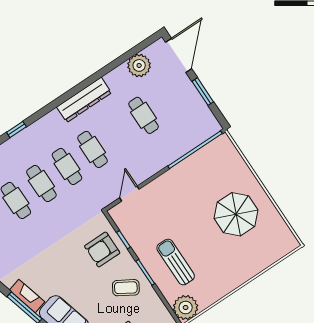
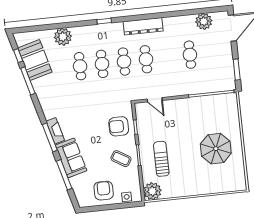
window: (203, 92) -> (237, 69), moved
dresser: (84, 100) -> (143, 26), moved
door: (129, 194) -> (155, 100), swing flipped

